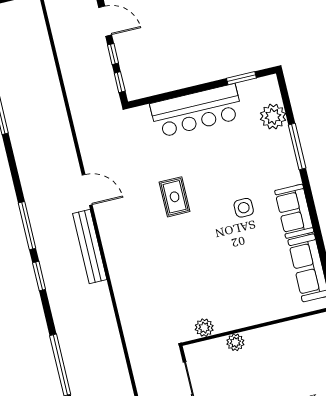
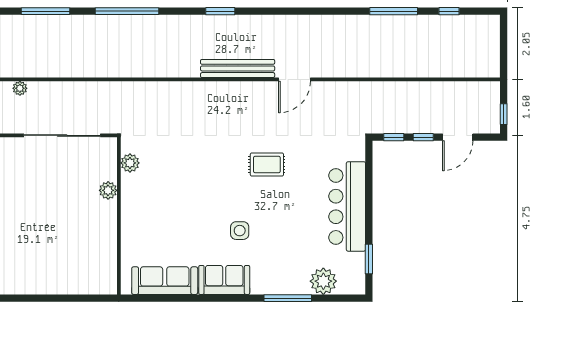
window: (27, 226) -> (273, 11), removed

